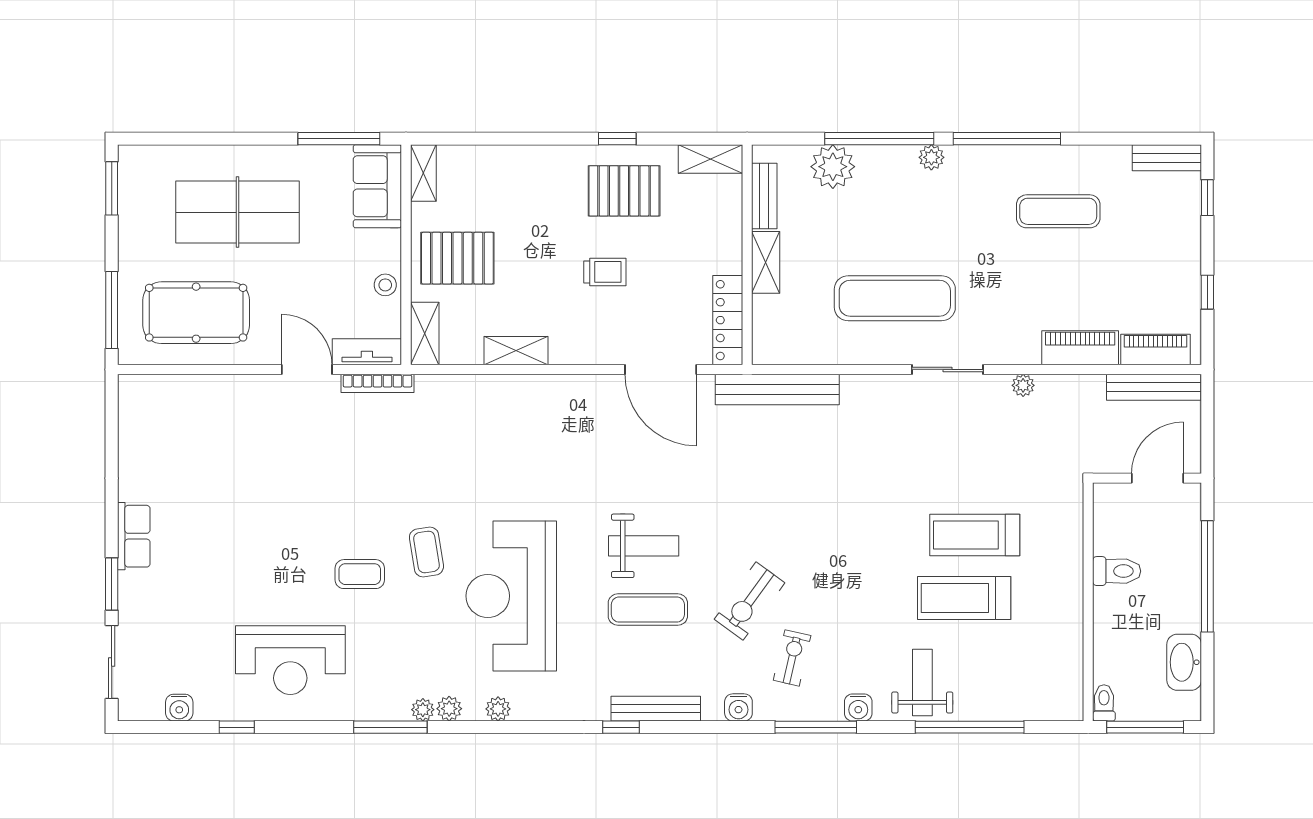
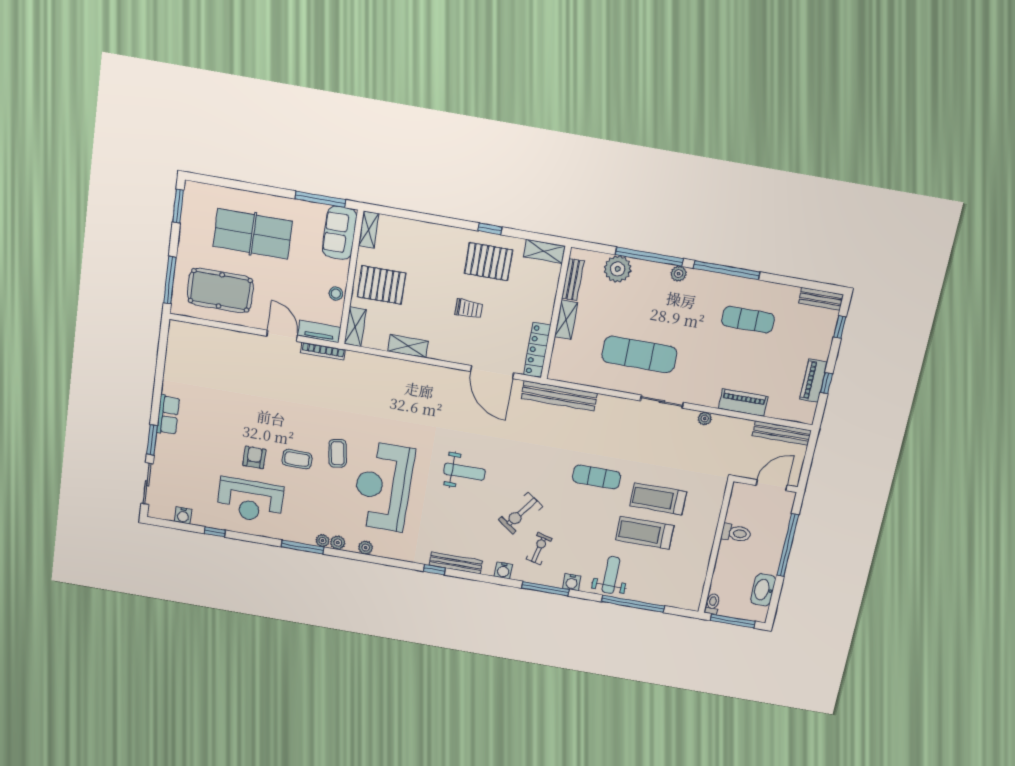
piano: (1155, 350) -> (814, 381), moved, turned -90
armchair: (288, 584) -> (254, 457), added
exercise mat: (648, 610) -> (597, 477), moved

